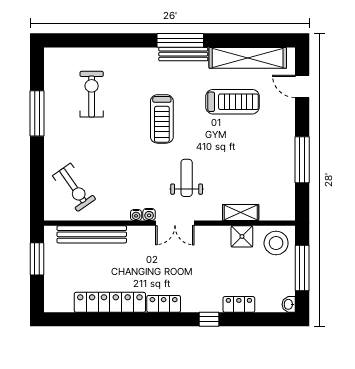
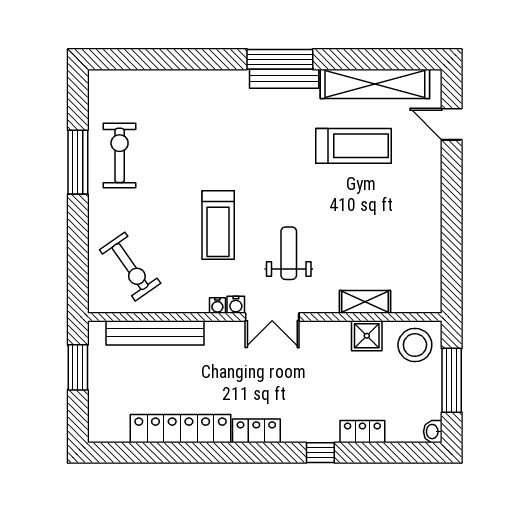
exercise bike: (92, 94) -> (120, 155), moved
treadmill: (162, 119) -> (218, 225), moved
window: (302, 160) -> (452, 228), removed

